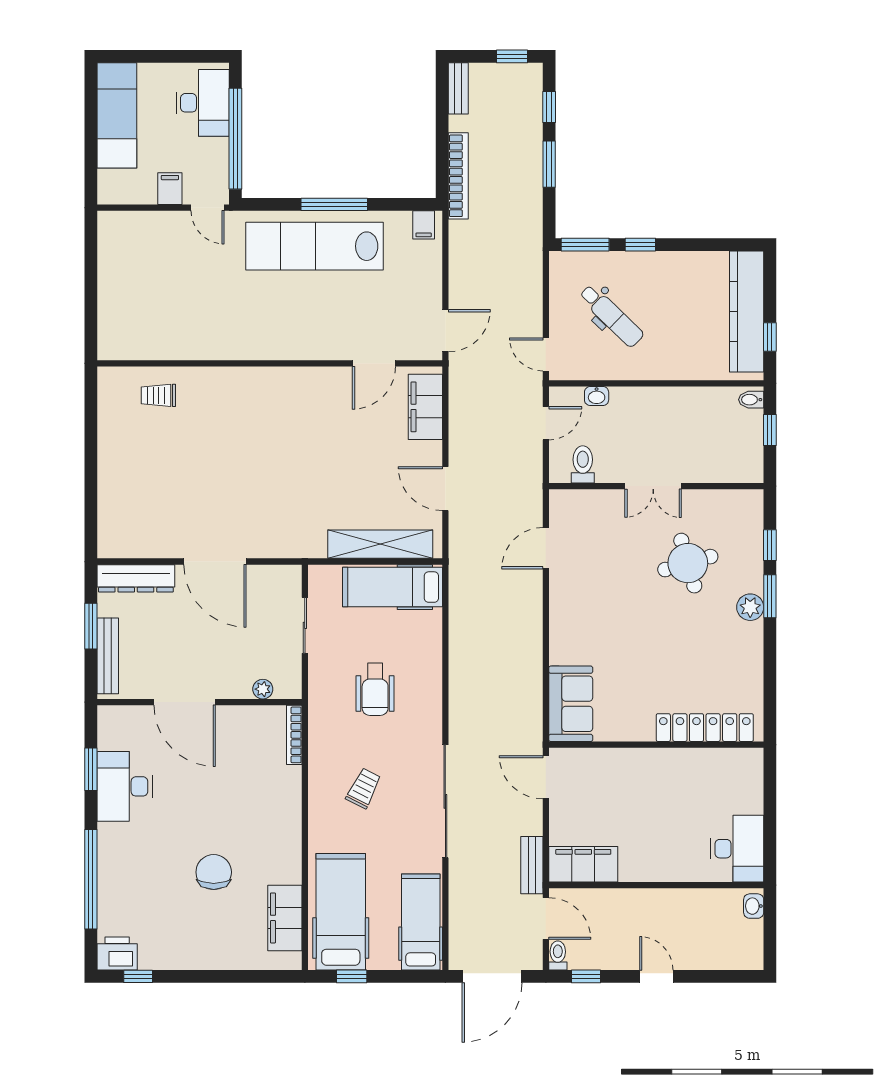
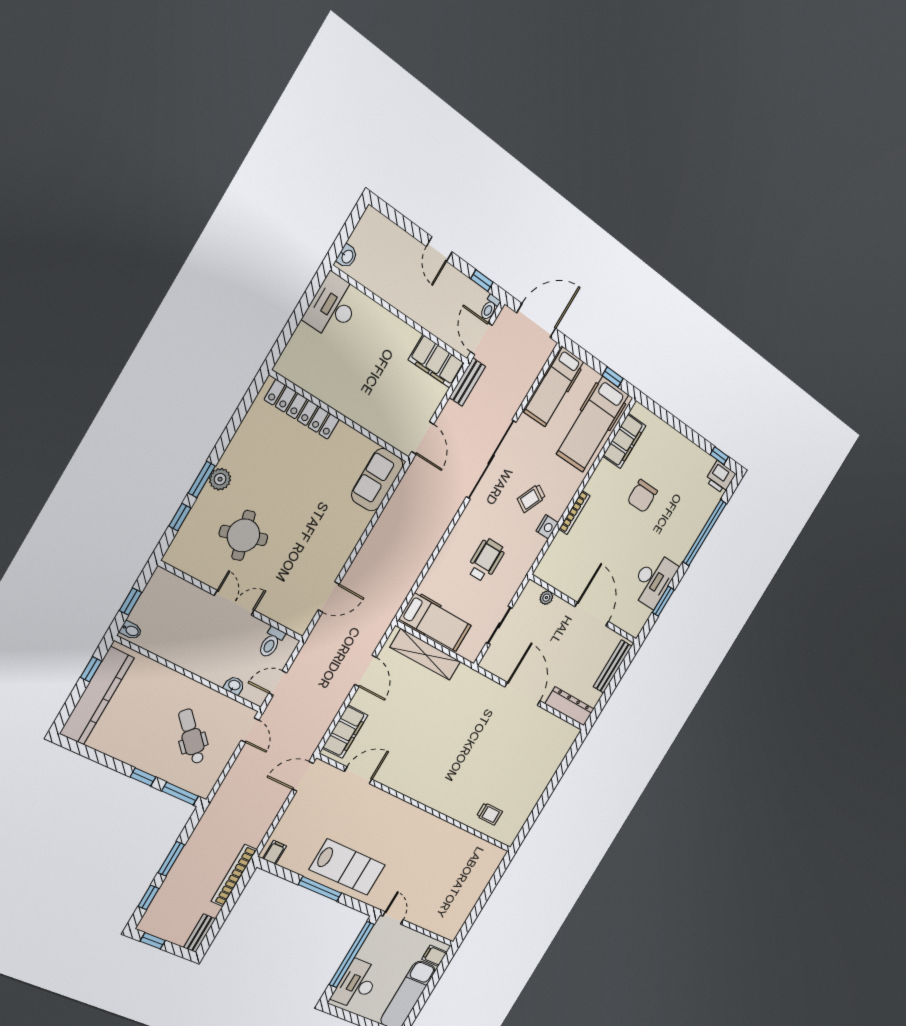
filing cabinet: (170, 189) -> (434, 956), moved, turned 90
lab bench: (314, 246) -> (347, 867), width x0.73
window: (91, 626) -> (610, 690), removed
bookcase: (294, 735) -> (575, 512), moved
nightstand: (320, 768) -> (547, 527), added

